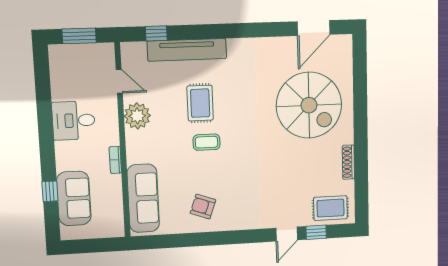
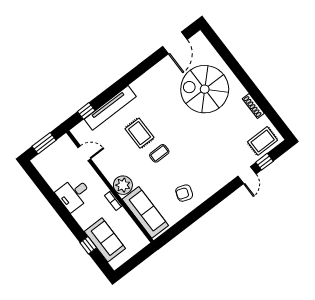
spiral stairs: (309, 105) -> (205, 89), turned 180
plant: (137, 116) -> (123, 185), moved

